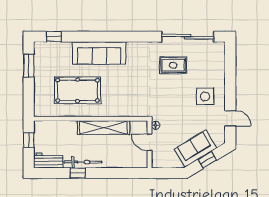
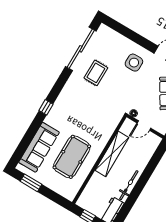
window: (54, 37) -> (46, 107), moved
sofa: (99, 53) -> (39, 147), moved
window: (78, 173) -> (135, 194), removed

